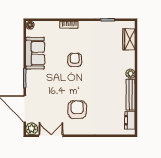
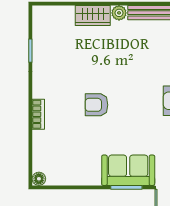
wardrobe: (129, 39) -> (93, 16), moved
sofa: (35, 53) -> (128, 170), moved

